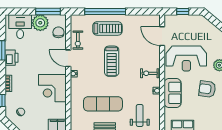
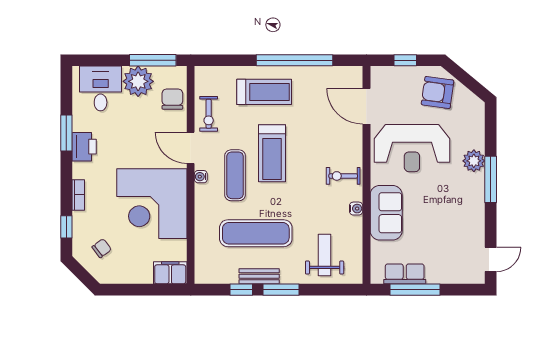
window: (105, 12) -> (295, 60), moved
exercise mat: (92, 73) -> (235, 175), added
corner desk: (52, 88) -> (152, 204), width x1.36, depth x1.36
armchair: (207, 89) -> (438, 92), moved

